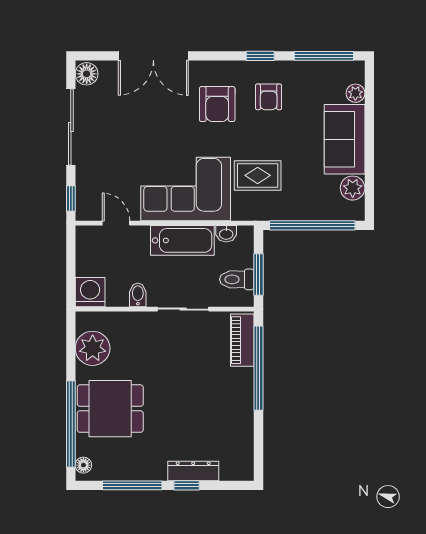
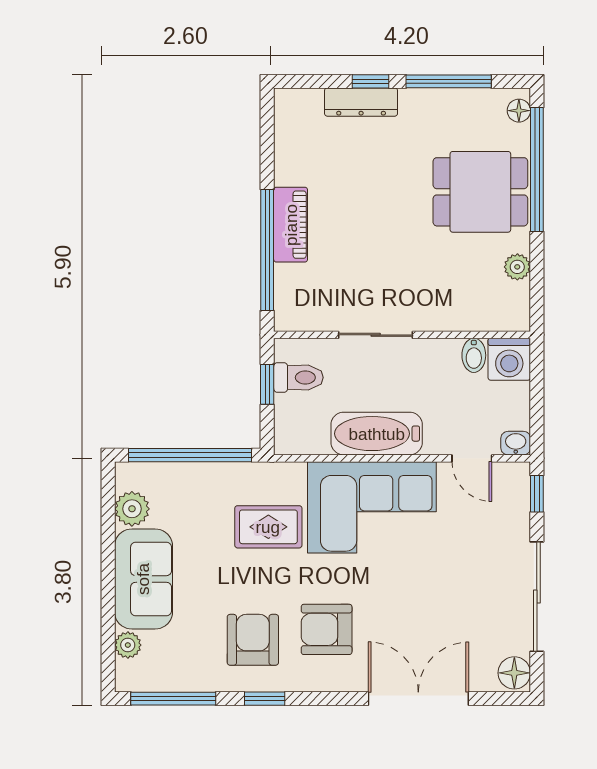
armchair: (269, 97) -> (253, 640), width x1.38, depth x1.38
armchair: (217, 104) -> (327, 629), turned -90
washbasin: (226, 234) -> (516, 443), moved
window: (258, 275) -> (267, 384), width x0.67
bidet: (138, 295) -> (474, 355), moved
piano: (242, 340) -> (291, 225), moved
plant: (93, 348) -> (517, 267), width x0.53, depth x0.53

